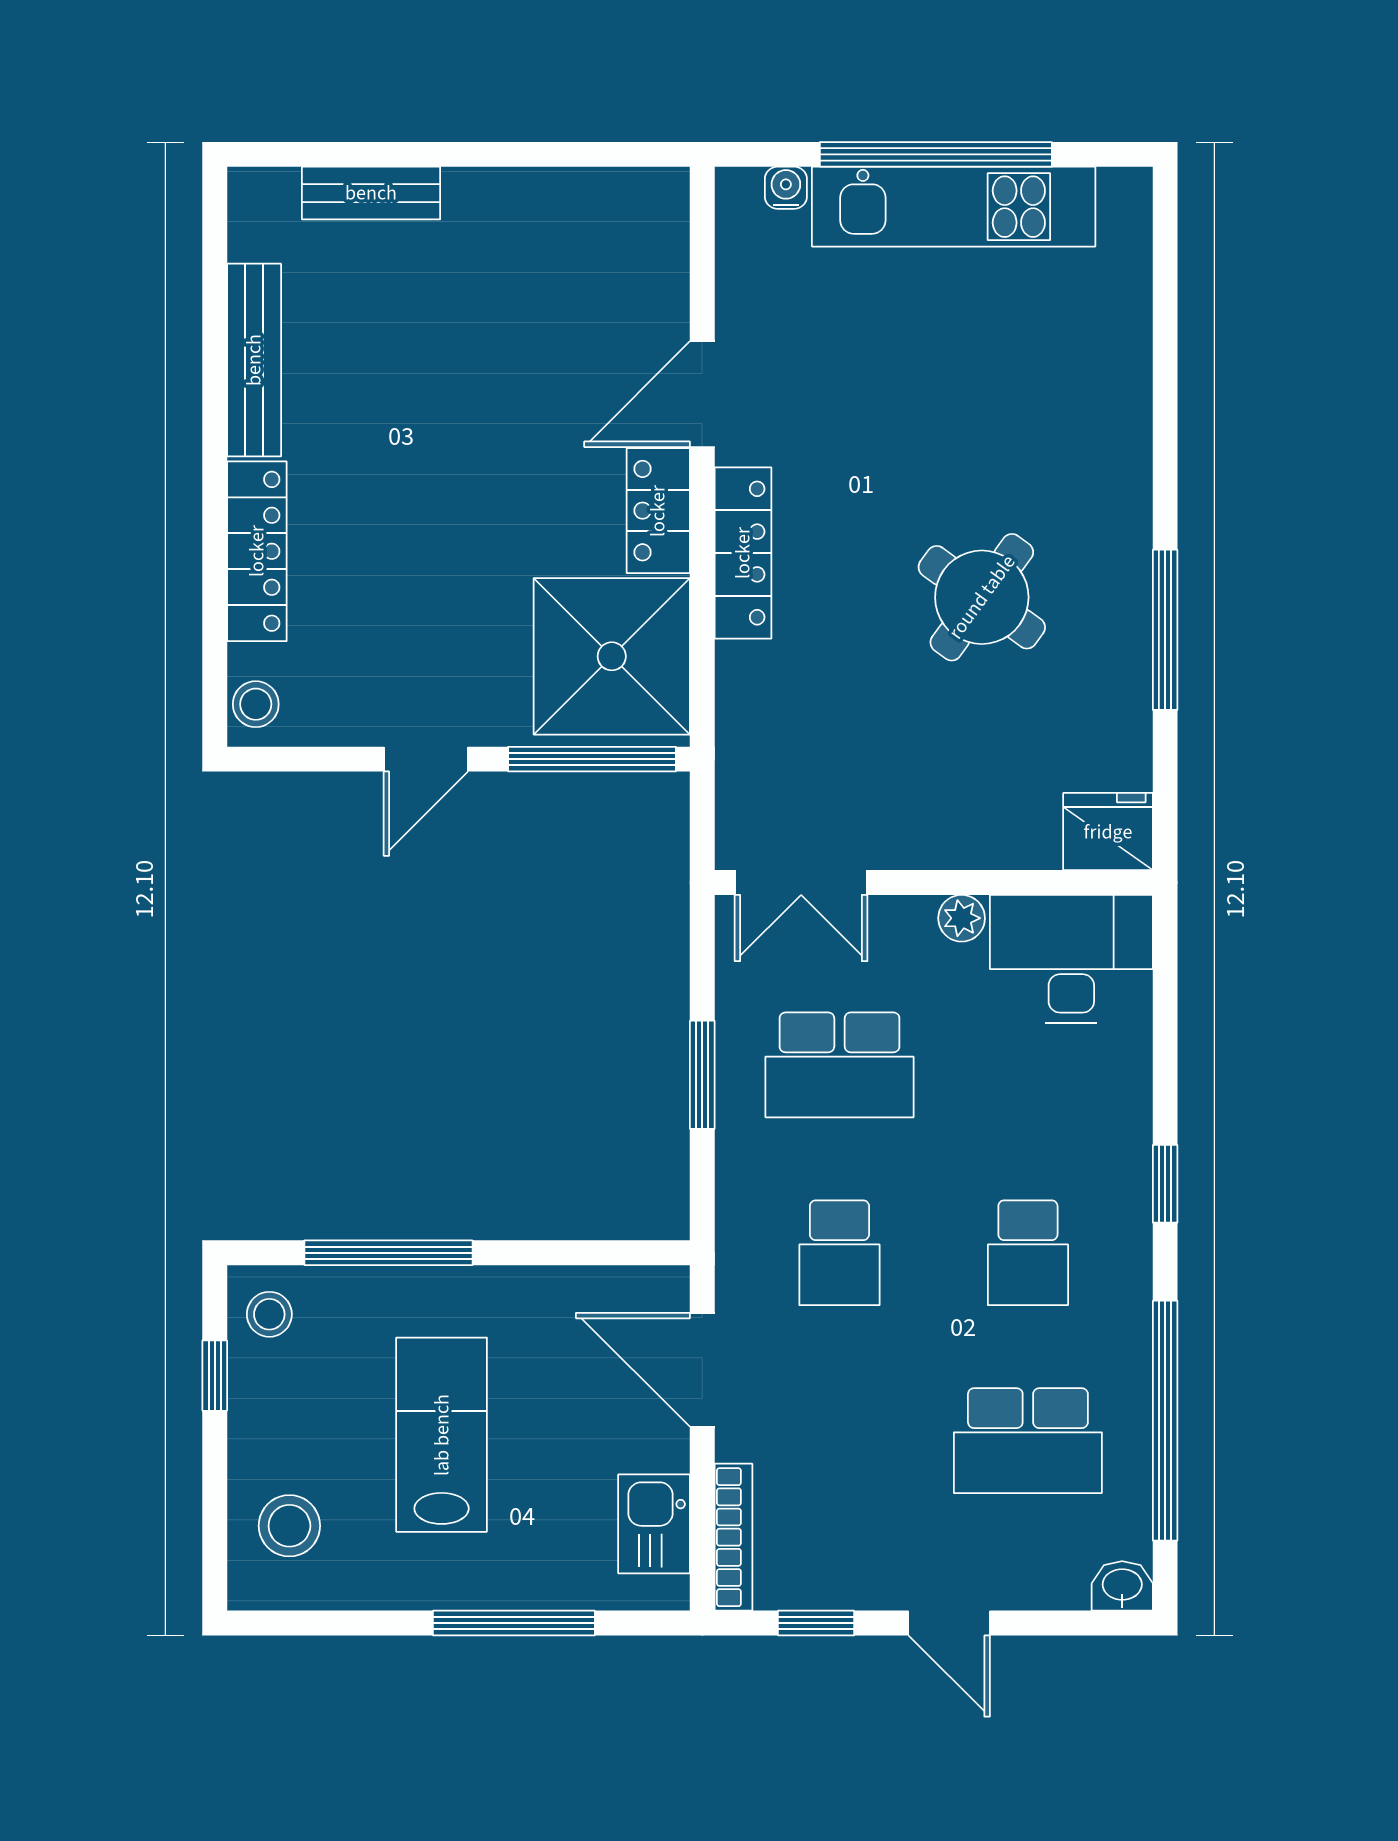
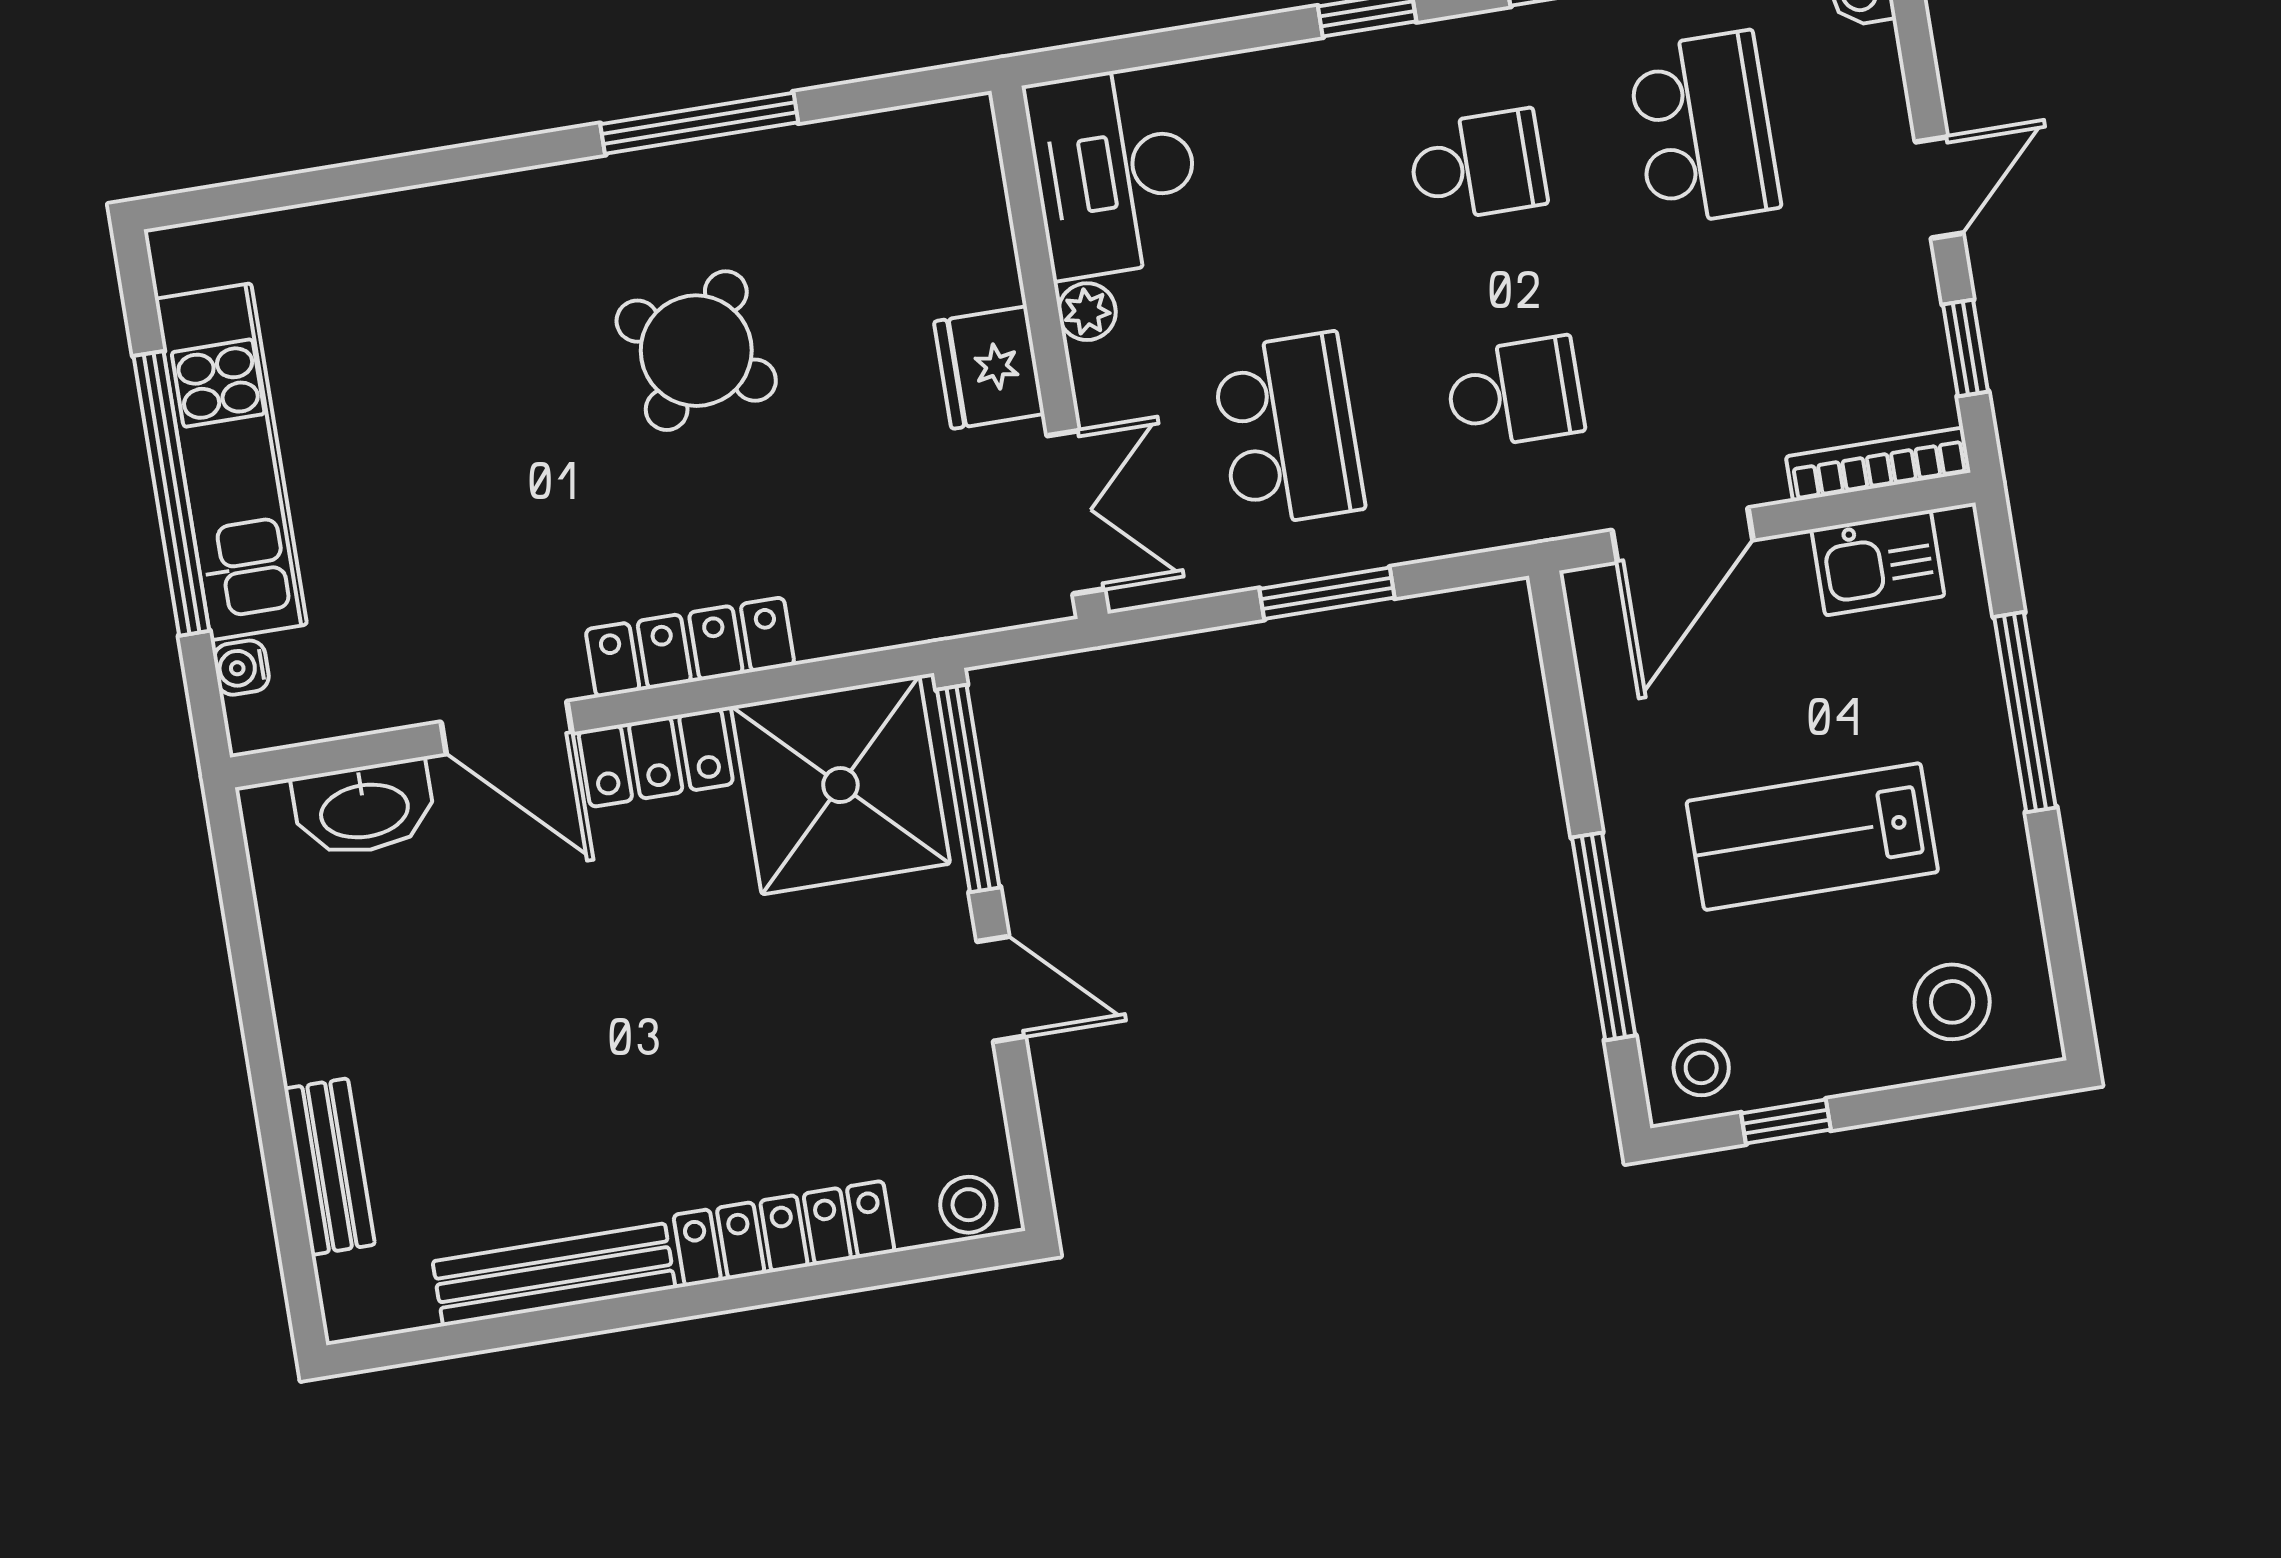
washbasin: (656, 268) -> (364, 809), added
fridge: (1108, 832) -> (989, 368), moved

